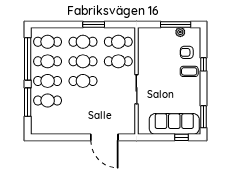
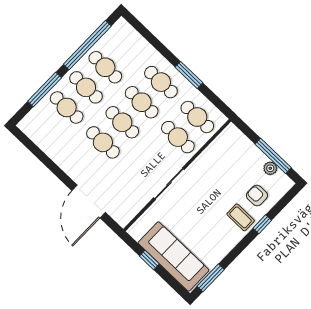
cafe table: (48, 42) -> (103, 142), moved
window: (181, 137) -> (149, 260), moved

